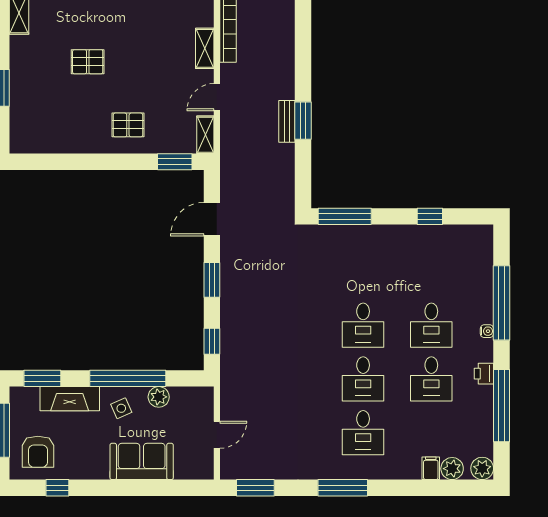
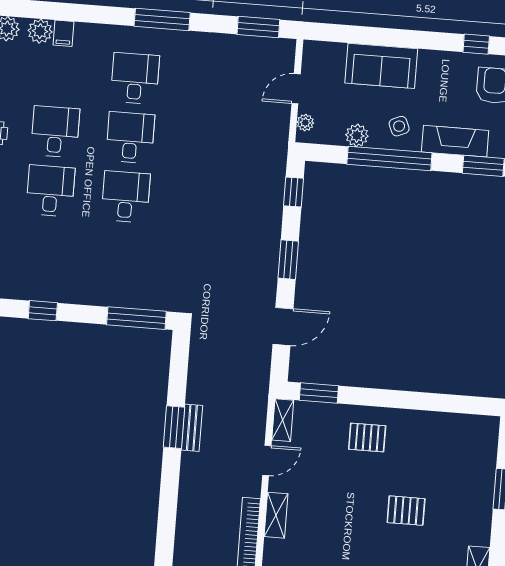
plant: (206, 405) -> (305, 123), added

